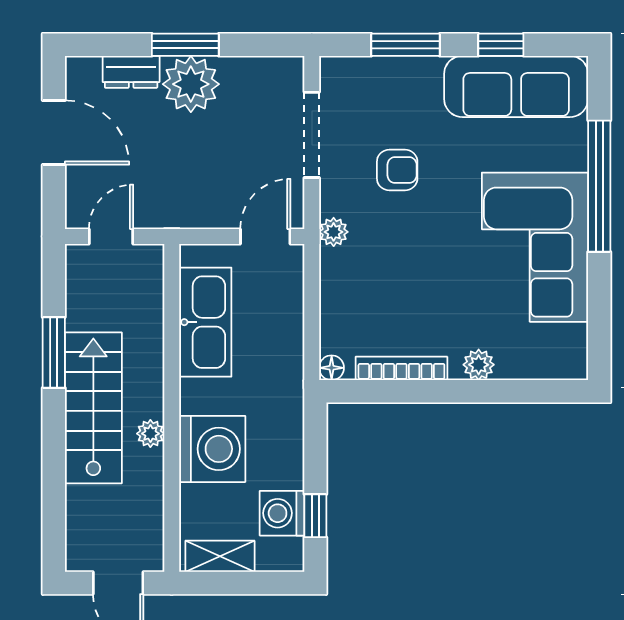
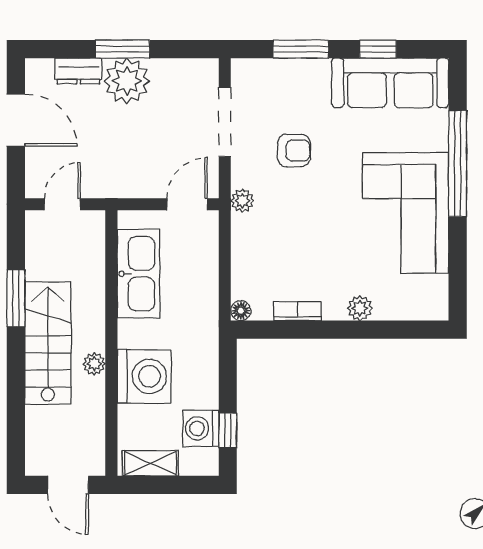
bookcase: (401, 368) -> (297, 311), width x0.64

